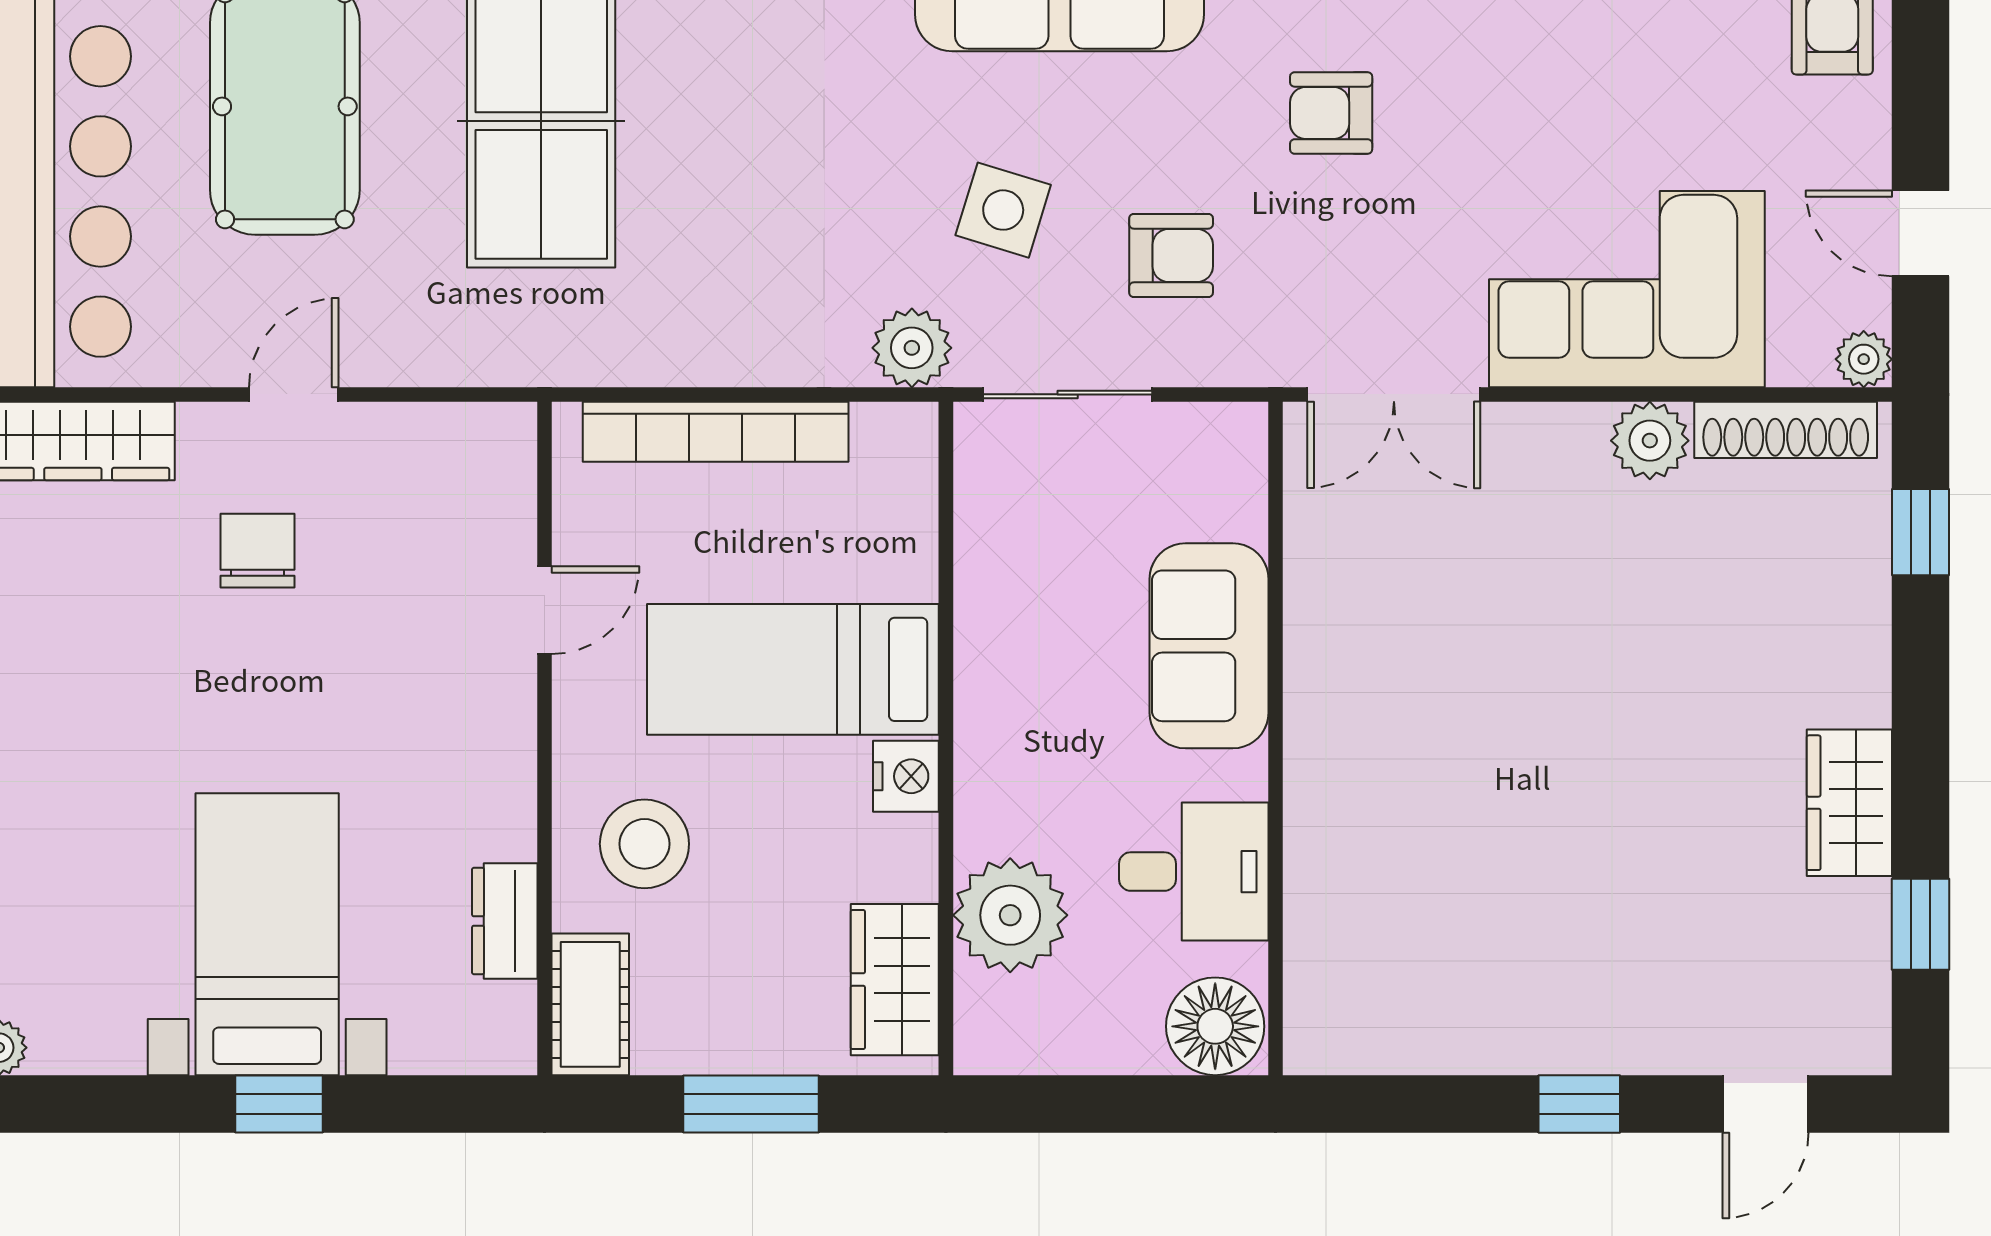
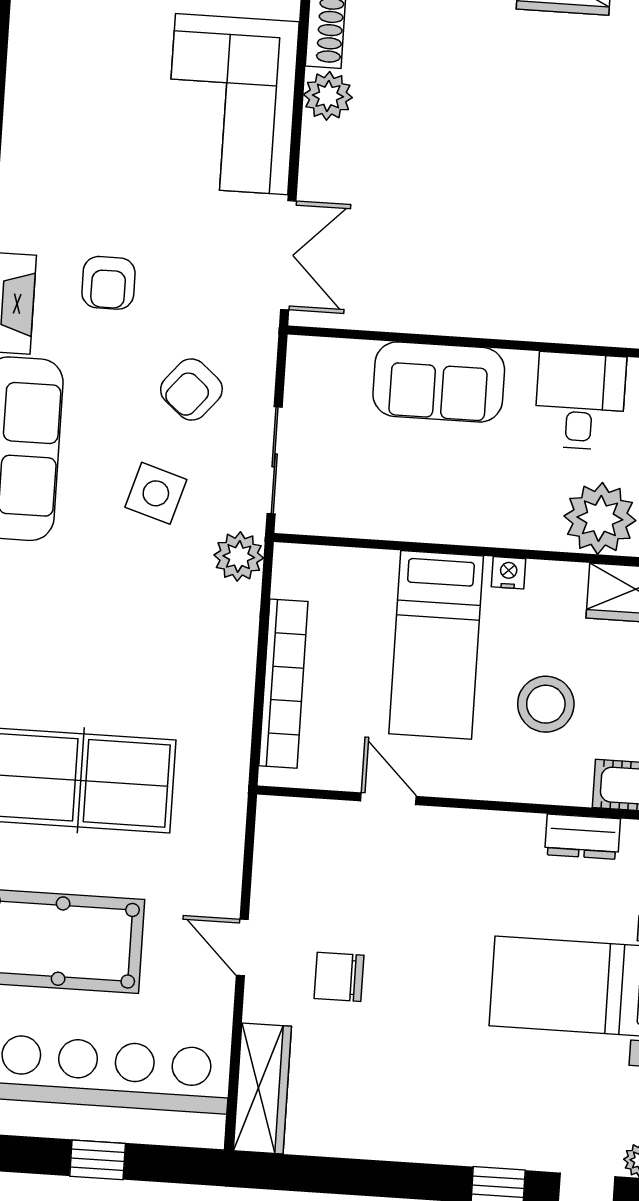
armchair: (1171, 255) -> (191, 390), turned -140
nightstand: (906, 776) -> (508, 573), width x0.72, depth x0.74
stool: (644, 844) -> (546, 704), moved

